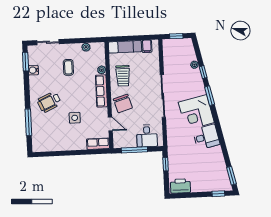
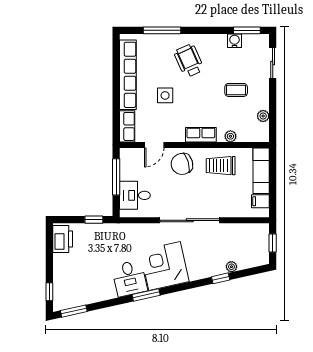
row of seats: (101, 91) -> (201, 135), width x0.68
window: (210, 96) -> (146, 295), moved
row of seats: (61, 145) -> (128, 75), added

